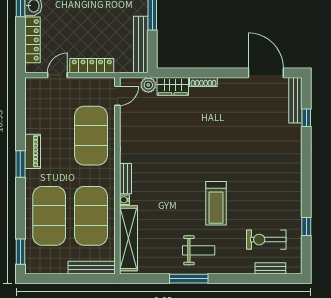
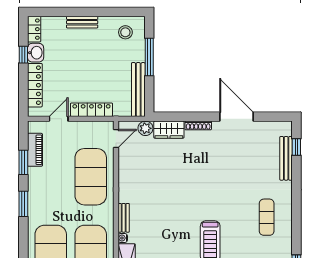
door: (266, 73) -> (236, 117), moved
bench: (295, 100) -> (286, 158), moved
window: (306, 118) -> (296, 147), moved
window: (20, 121) -> (23, 162), added
piano: (33, 151) -> (35, 150), moved
exercise mat: (275, 178) -> (267, 217), added

